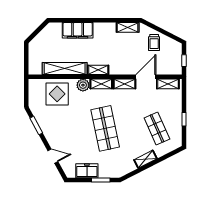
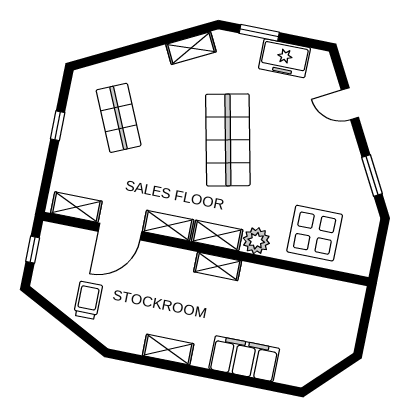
shelving: (128, 27) -> (168, 350), moved
shelving: (65, 69) -> (288, 283), removed
shelving: (145, 159) -> (191, 48), moved

